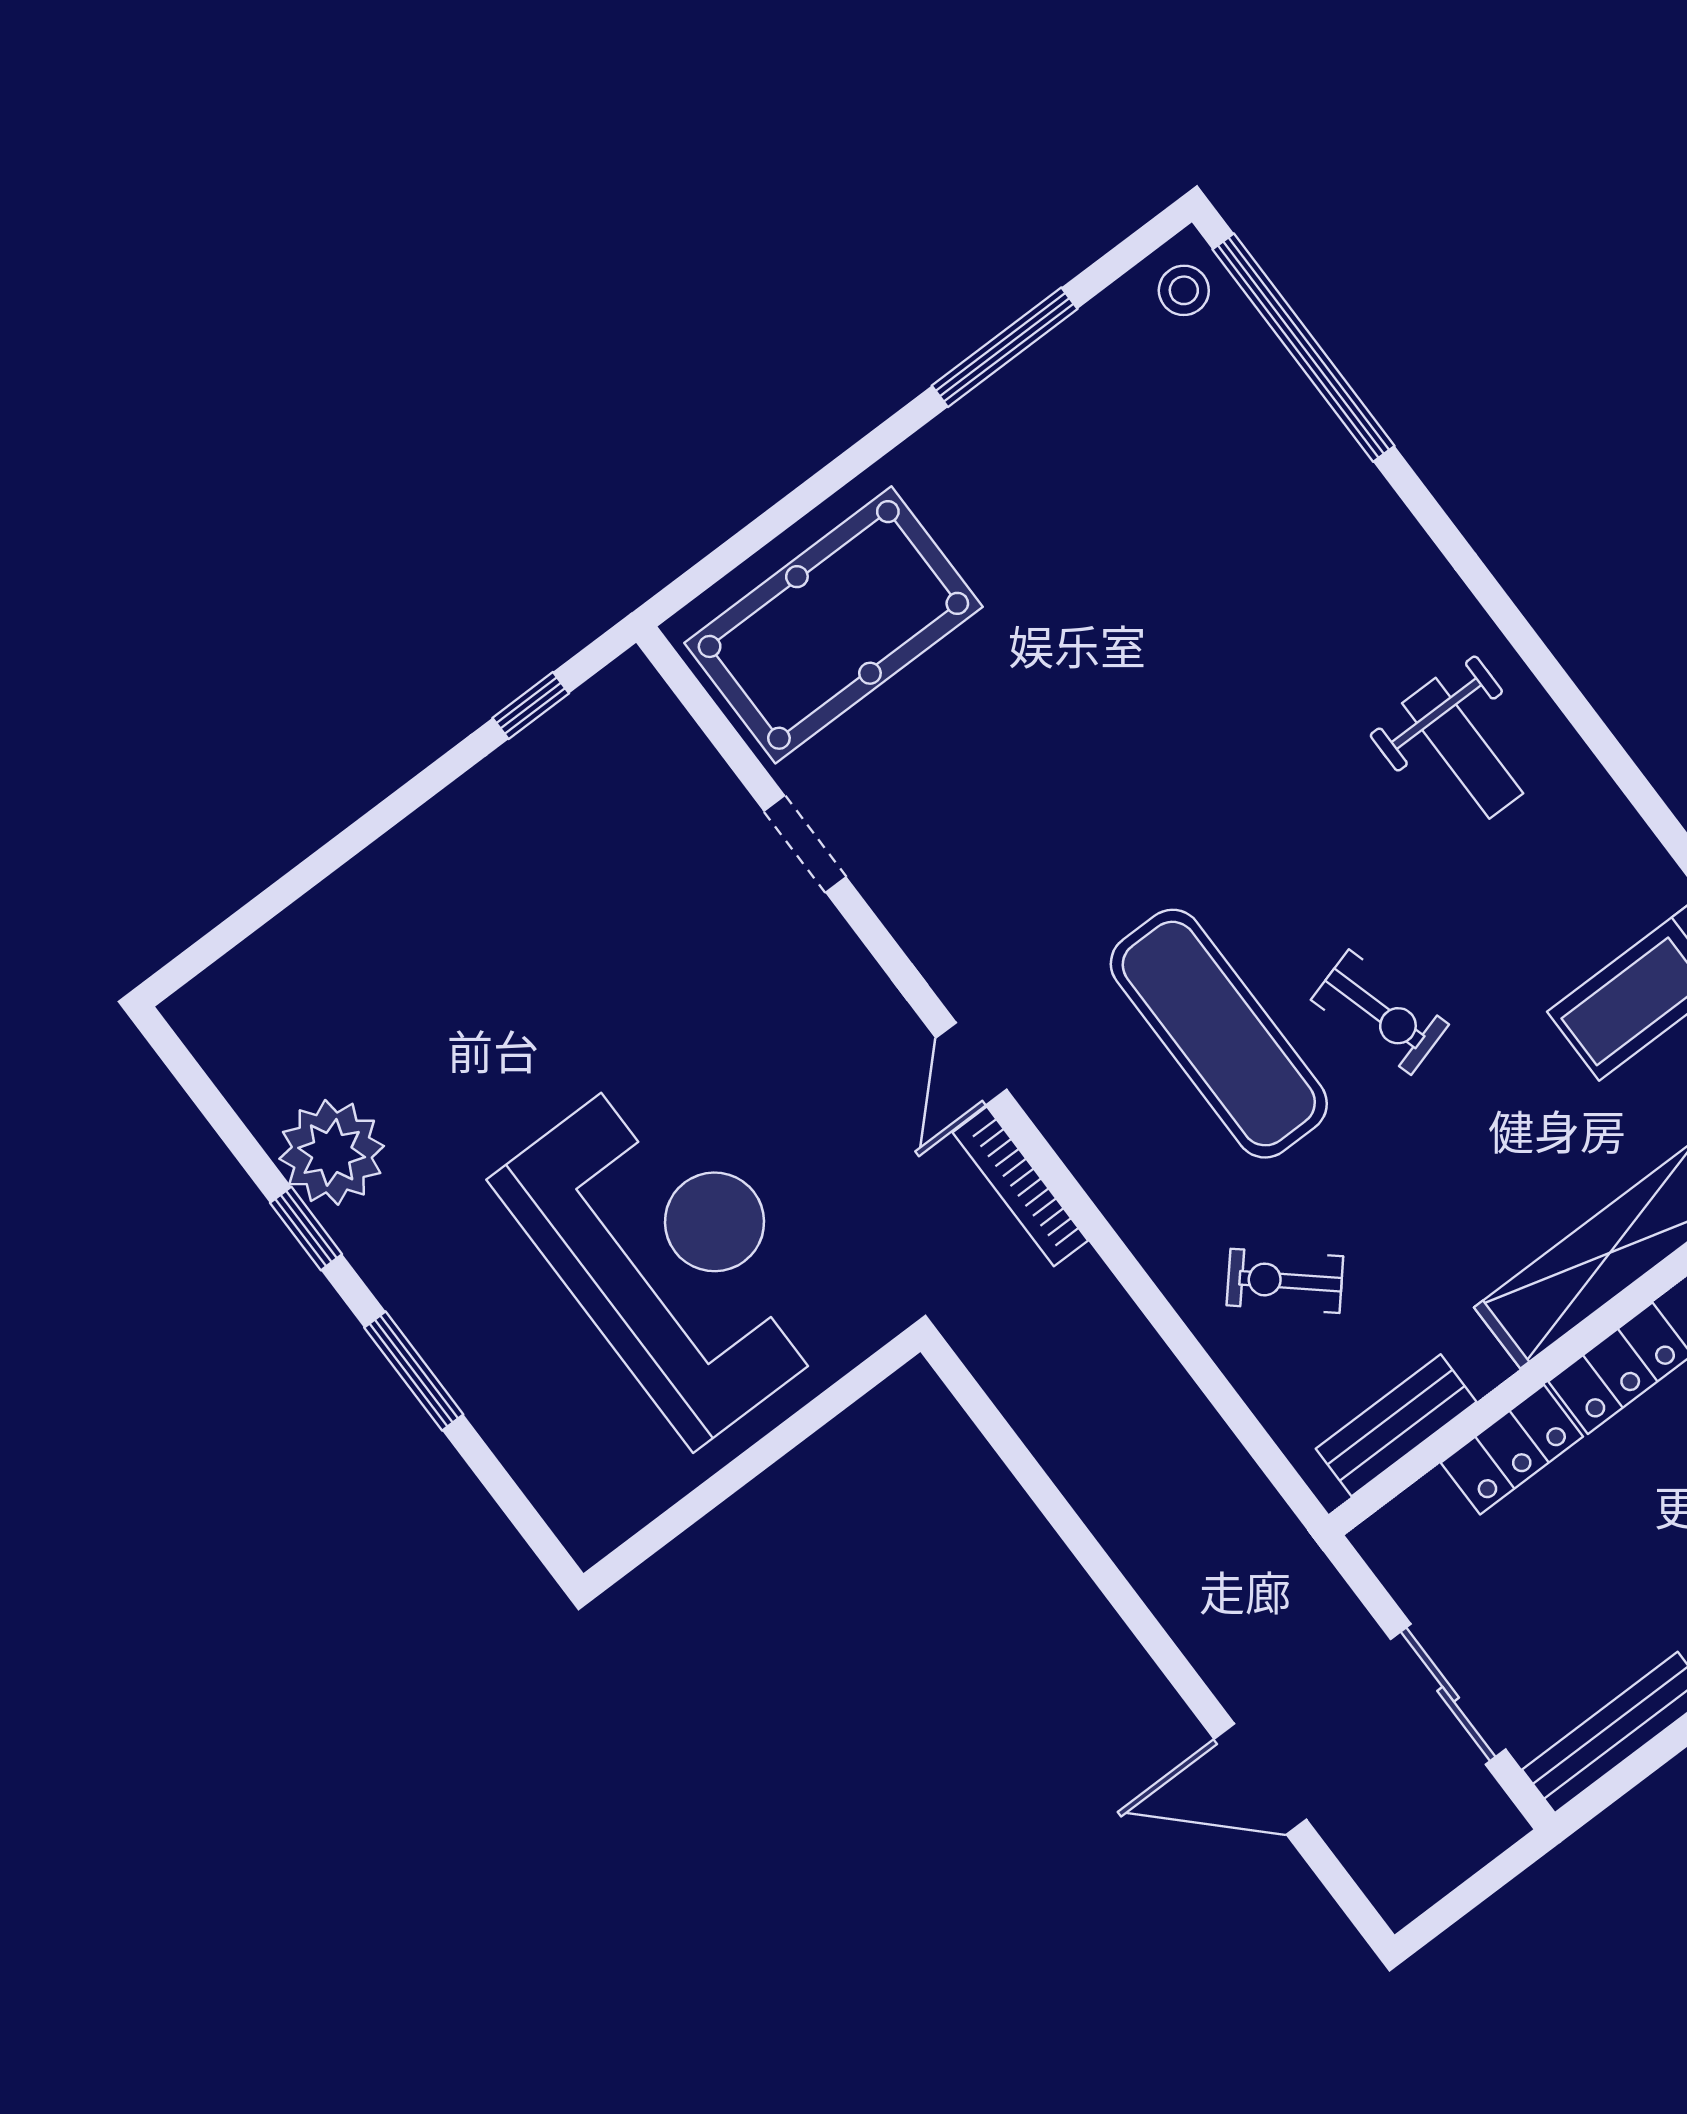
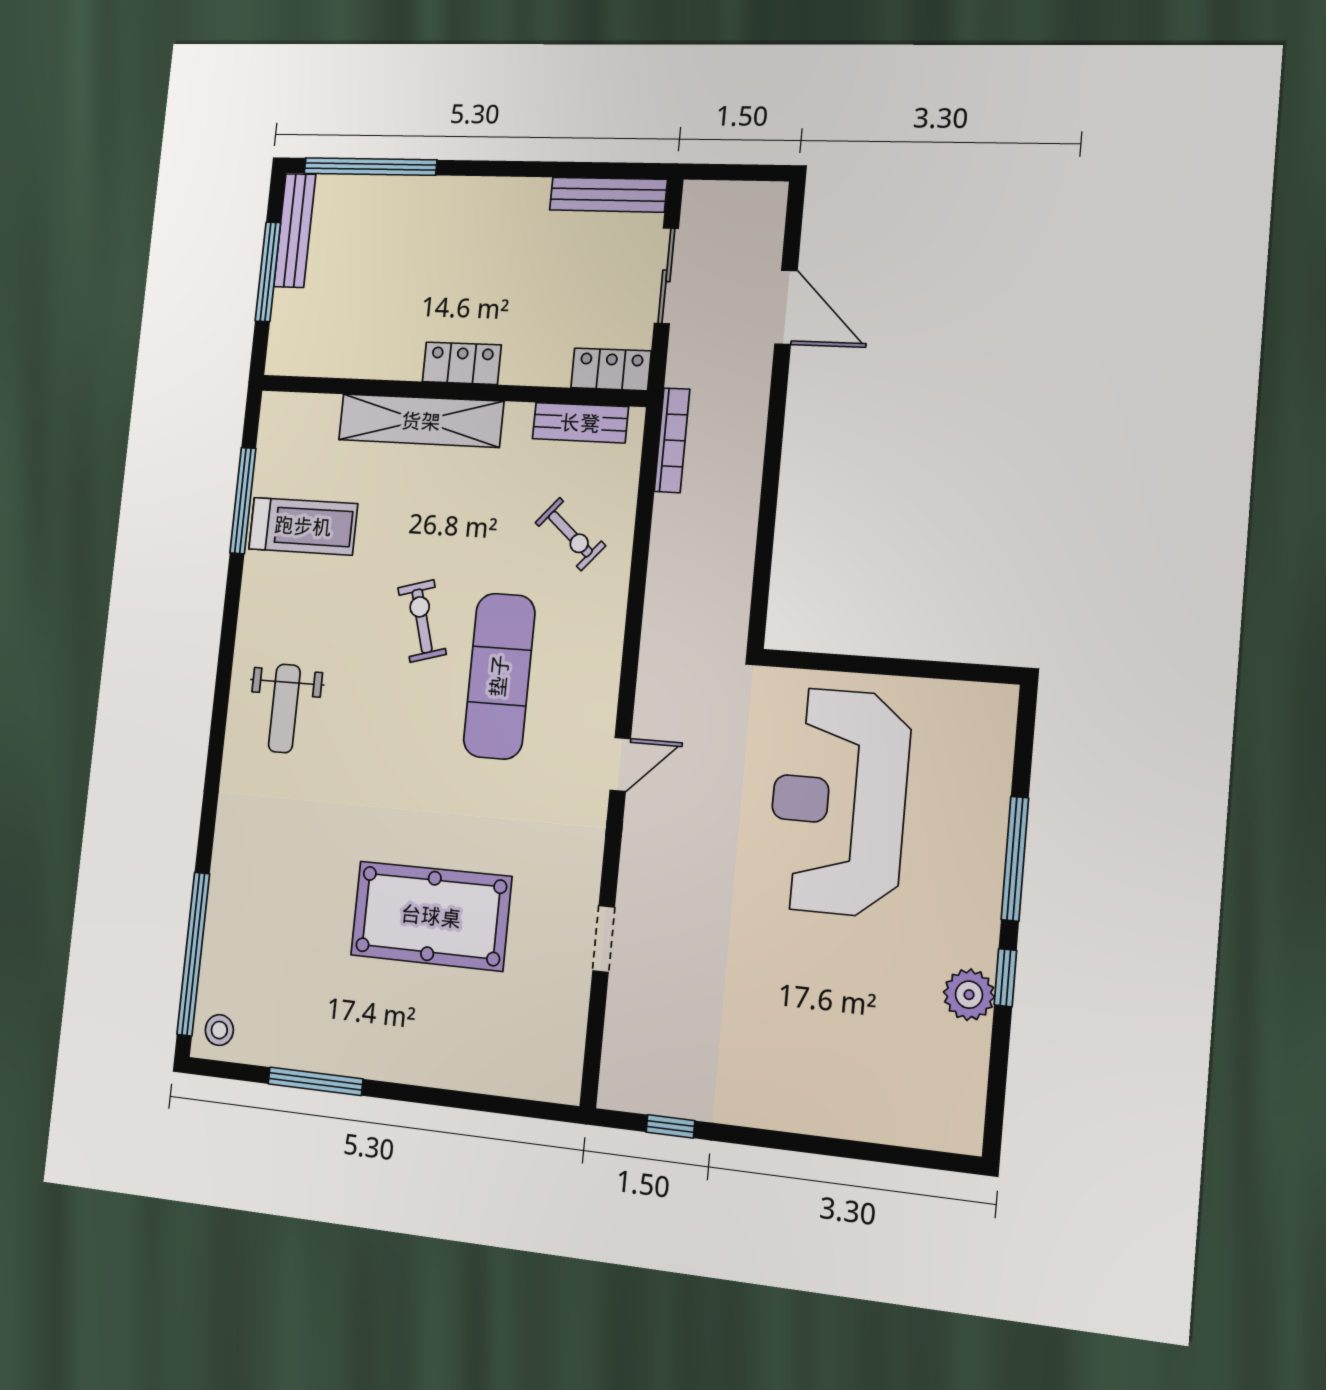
pool table: (833, 625) -> (431, 916), moved
weight bench: (1463, 748) -> (284, 709), turned 180
plant: (332, 1152) -> (969, 995), width x0.73, depth x0.73
bookcase: (1020, 1186) -> (672, 440), moved
window: (414, 1371) -> (1015, 859), width x1.44
locker: (1512, 1450) -> (611, 369), moved

